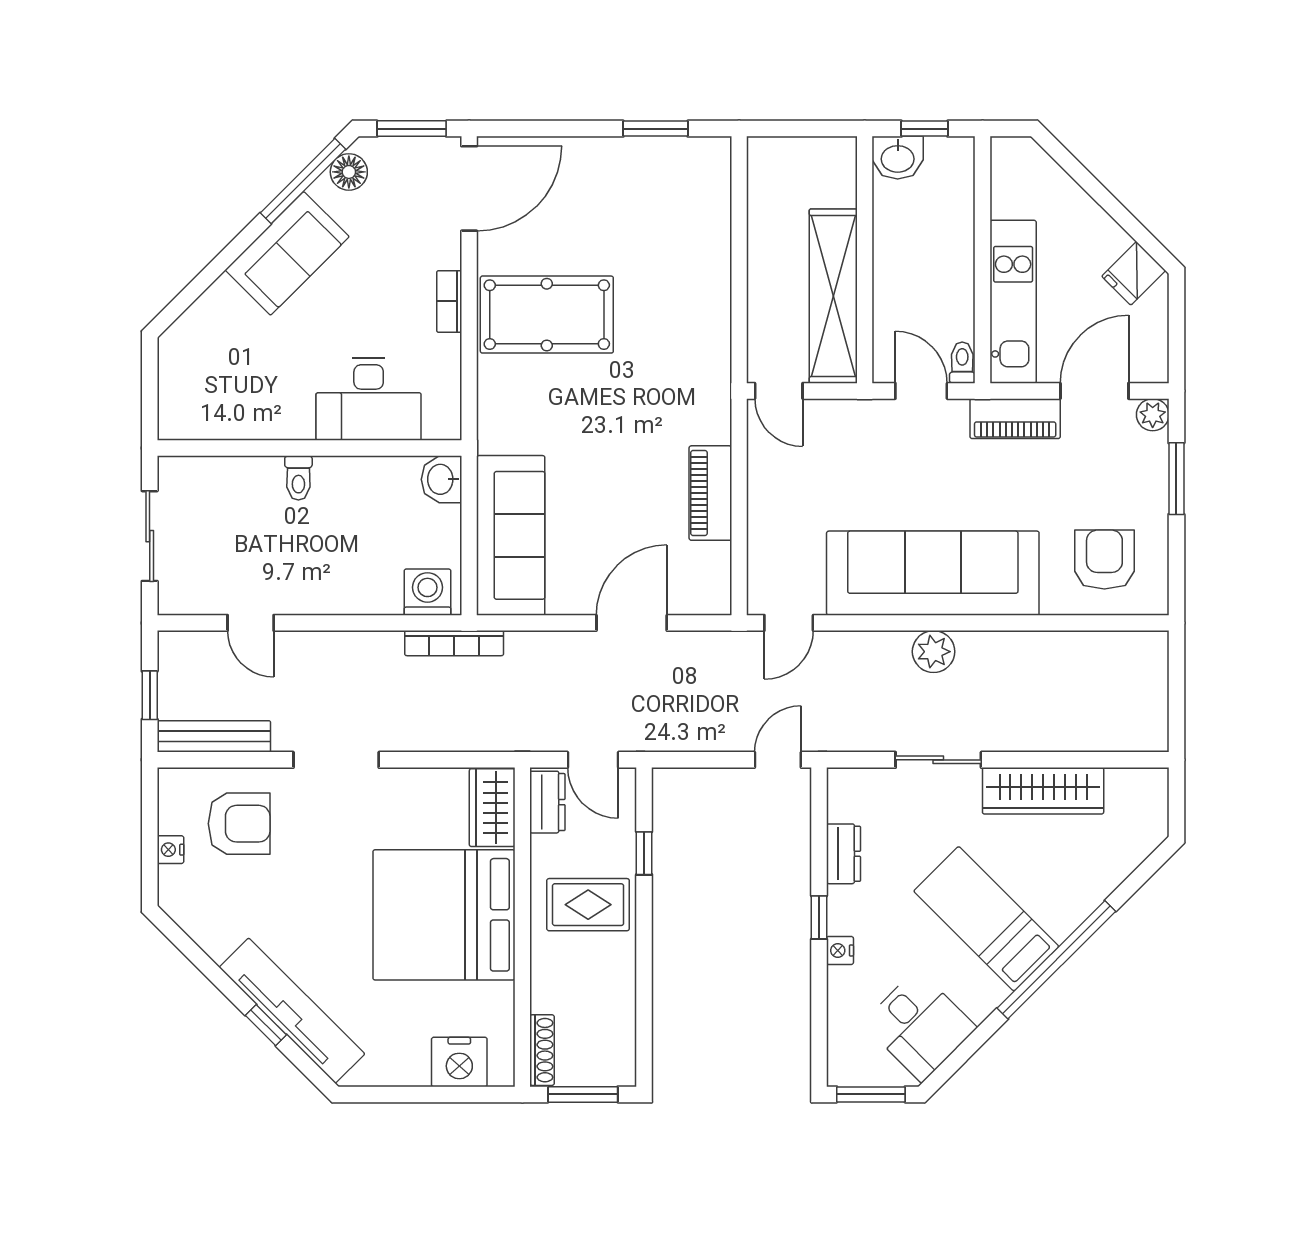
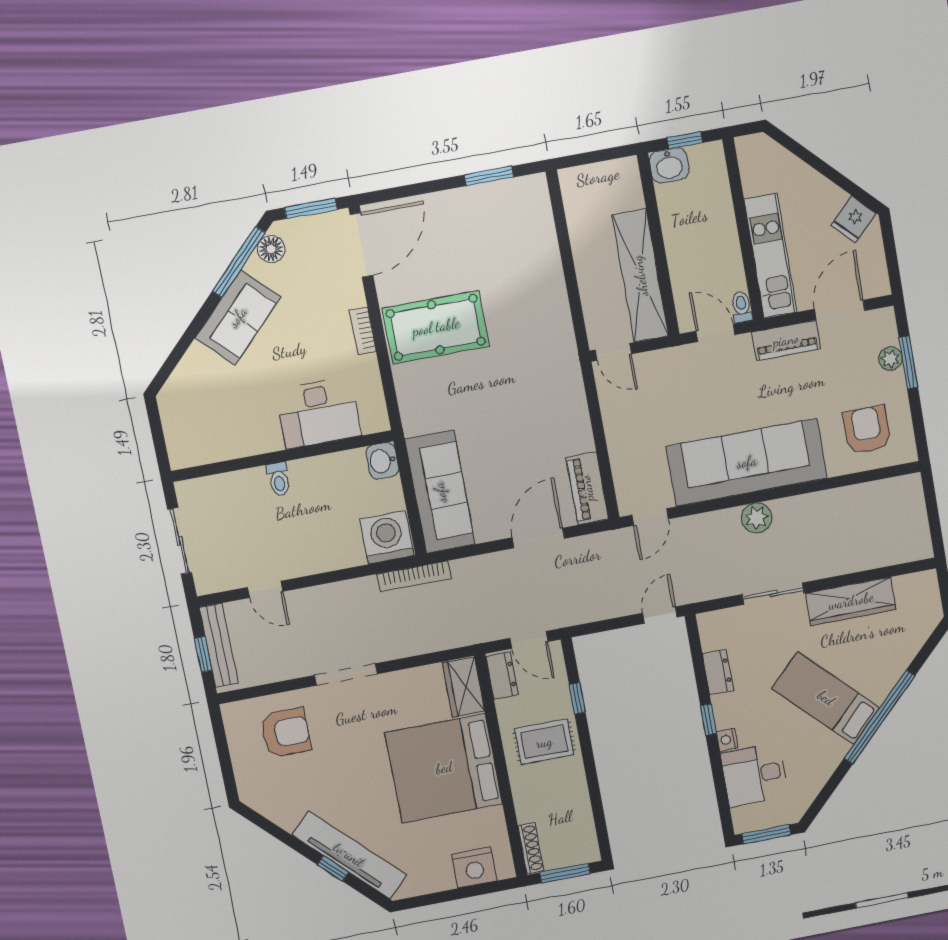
plant: (1153, 415) -> (890, 359), moved
piano: (710, 493) -> (587, 488), moved
washing machine: (428, 592) -> (387, 537), width x1.37, depth x1.37
bench: (214, 736) -> (219, 645), moved, turned 90
nightstand: (170, 850) -> (240, 760), removed
desk: (920, 1025) -> (755, 775), moved, turned 135

